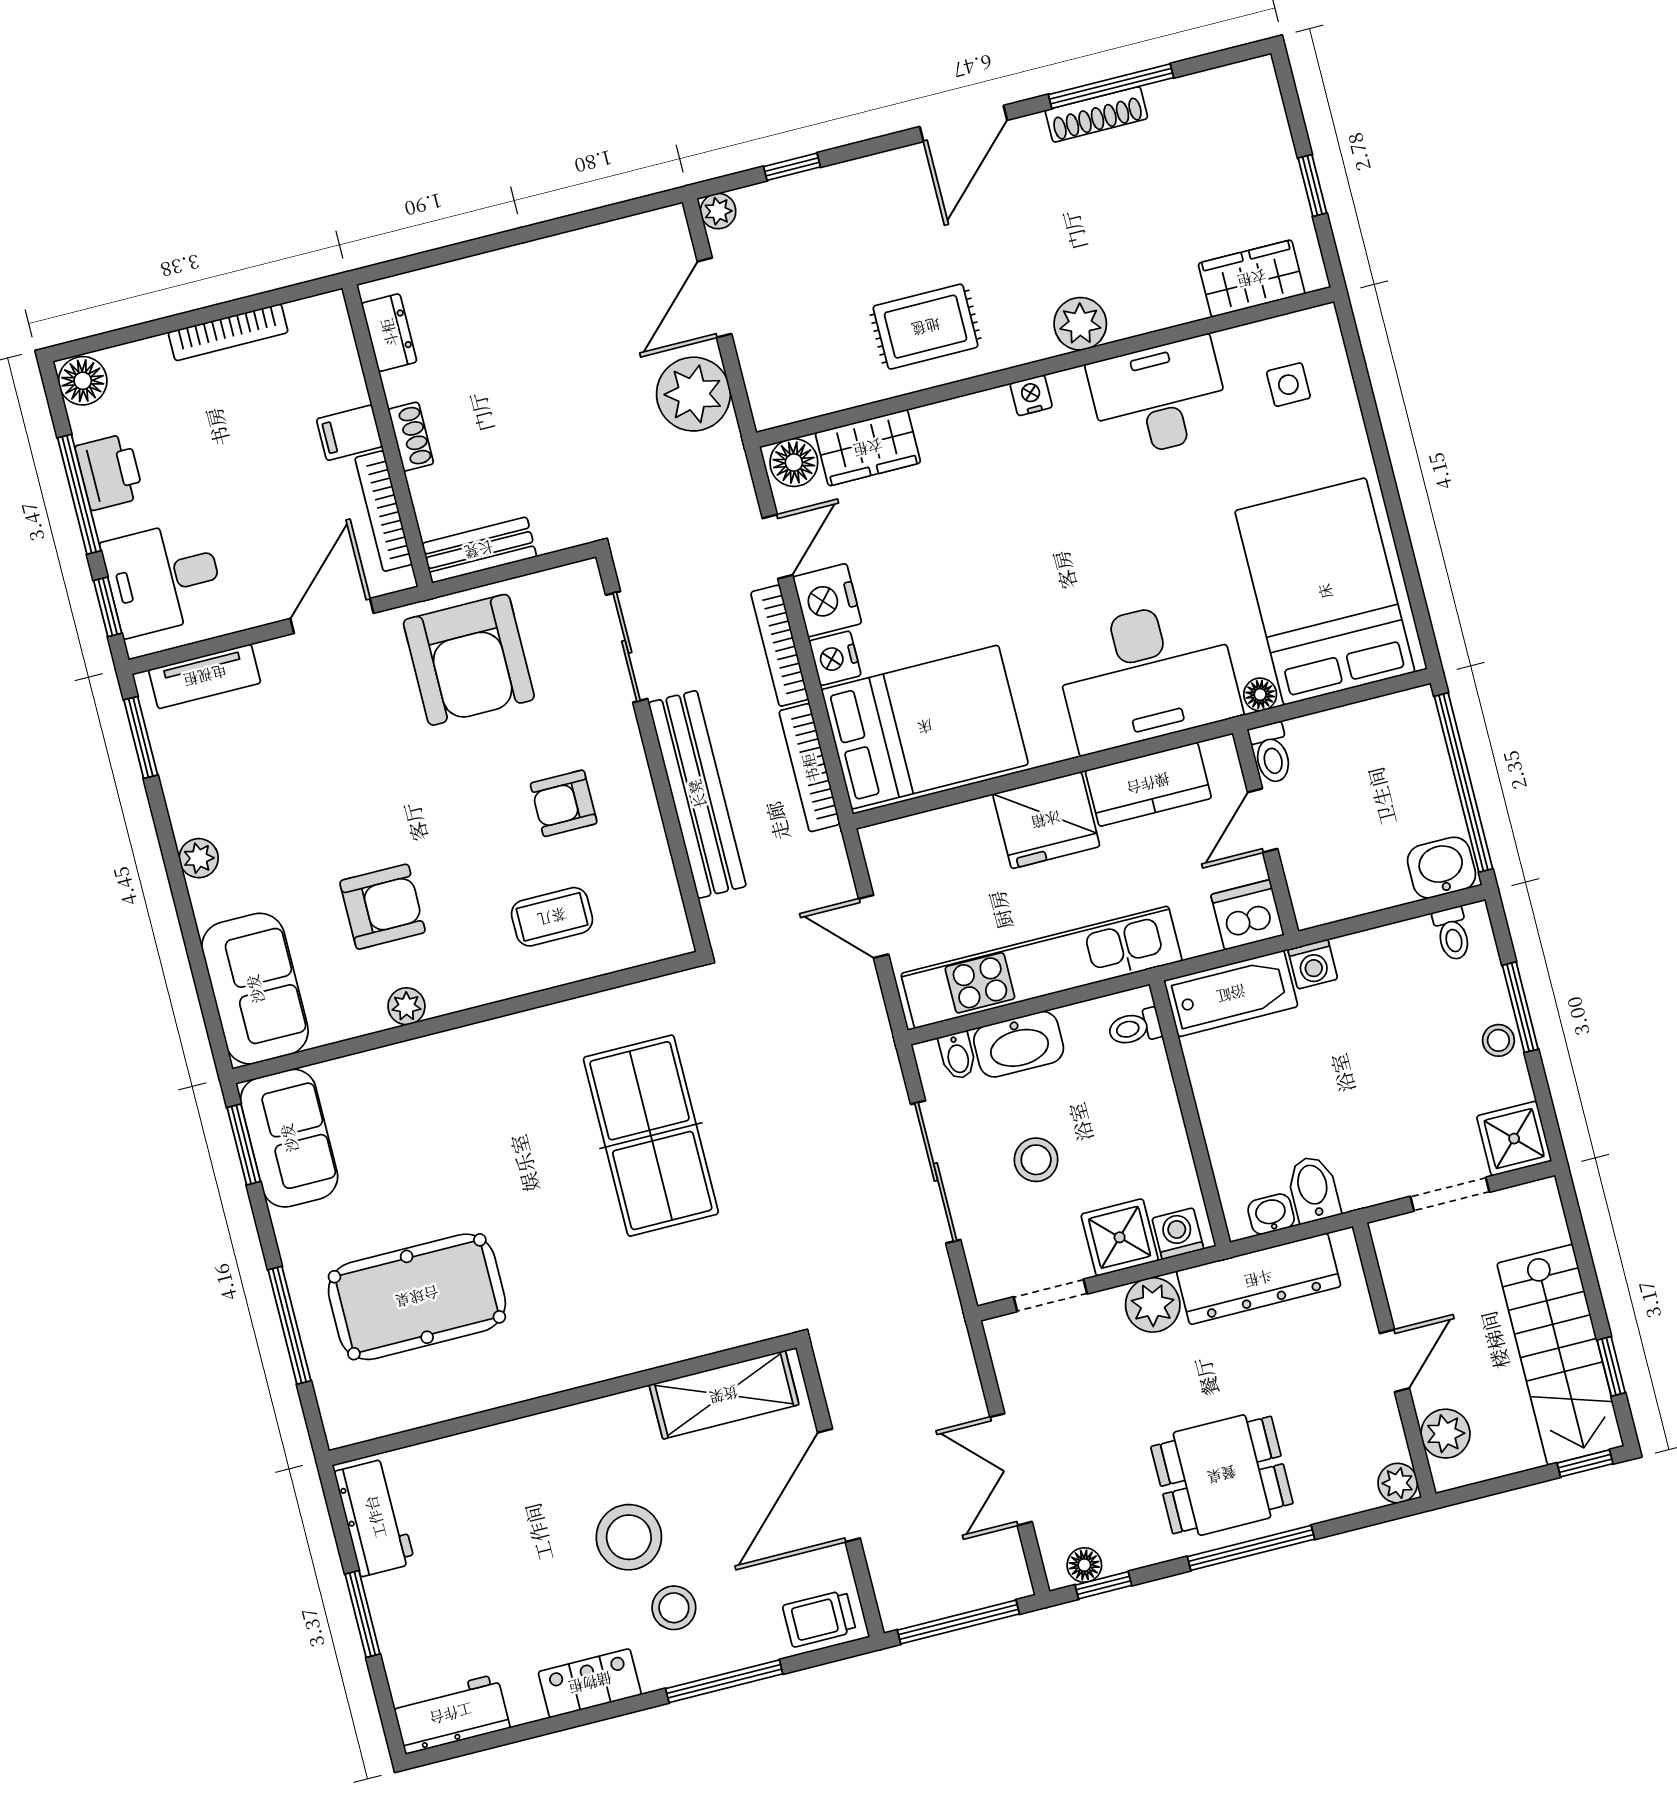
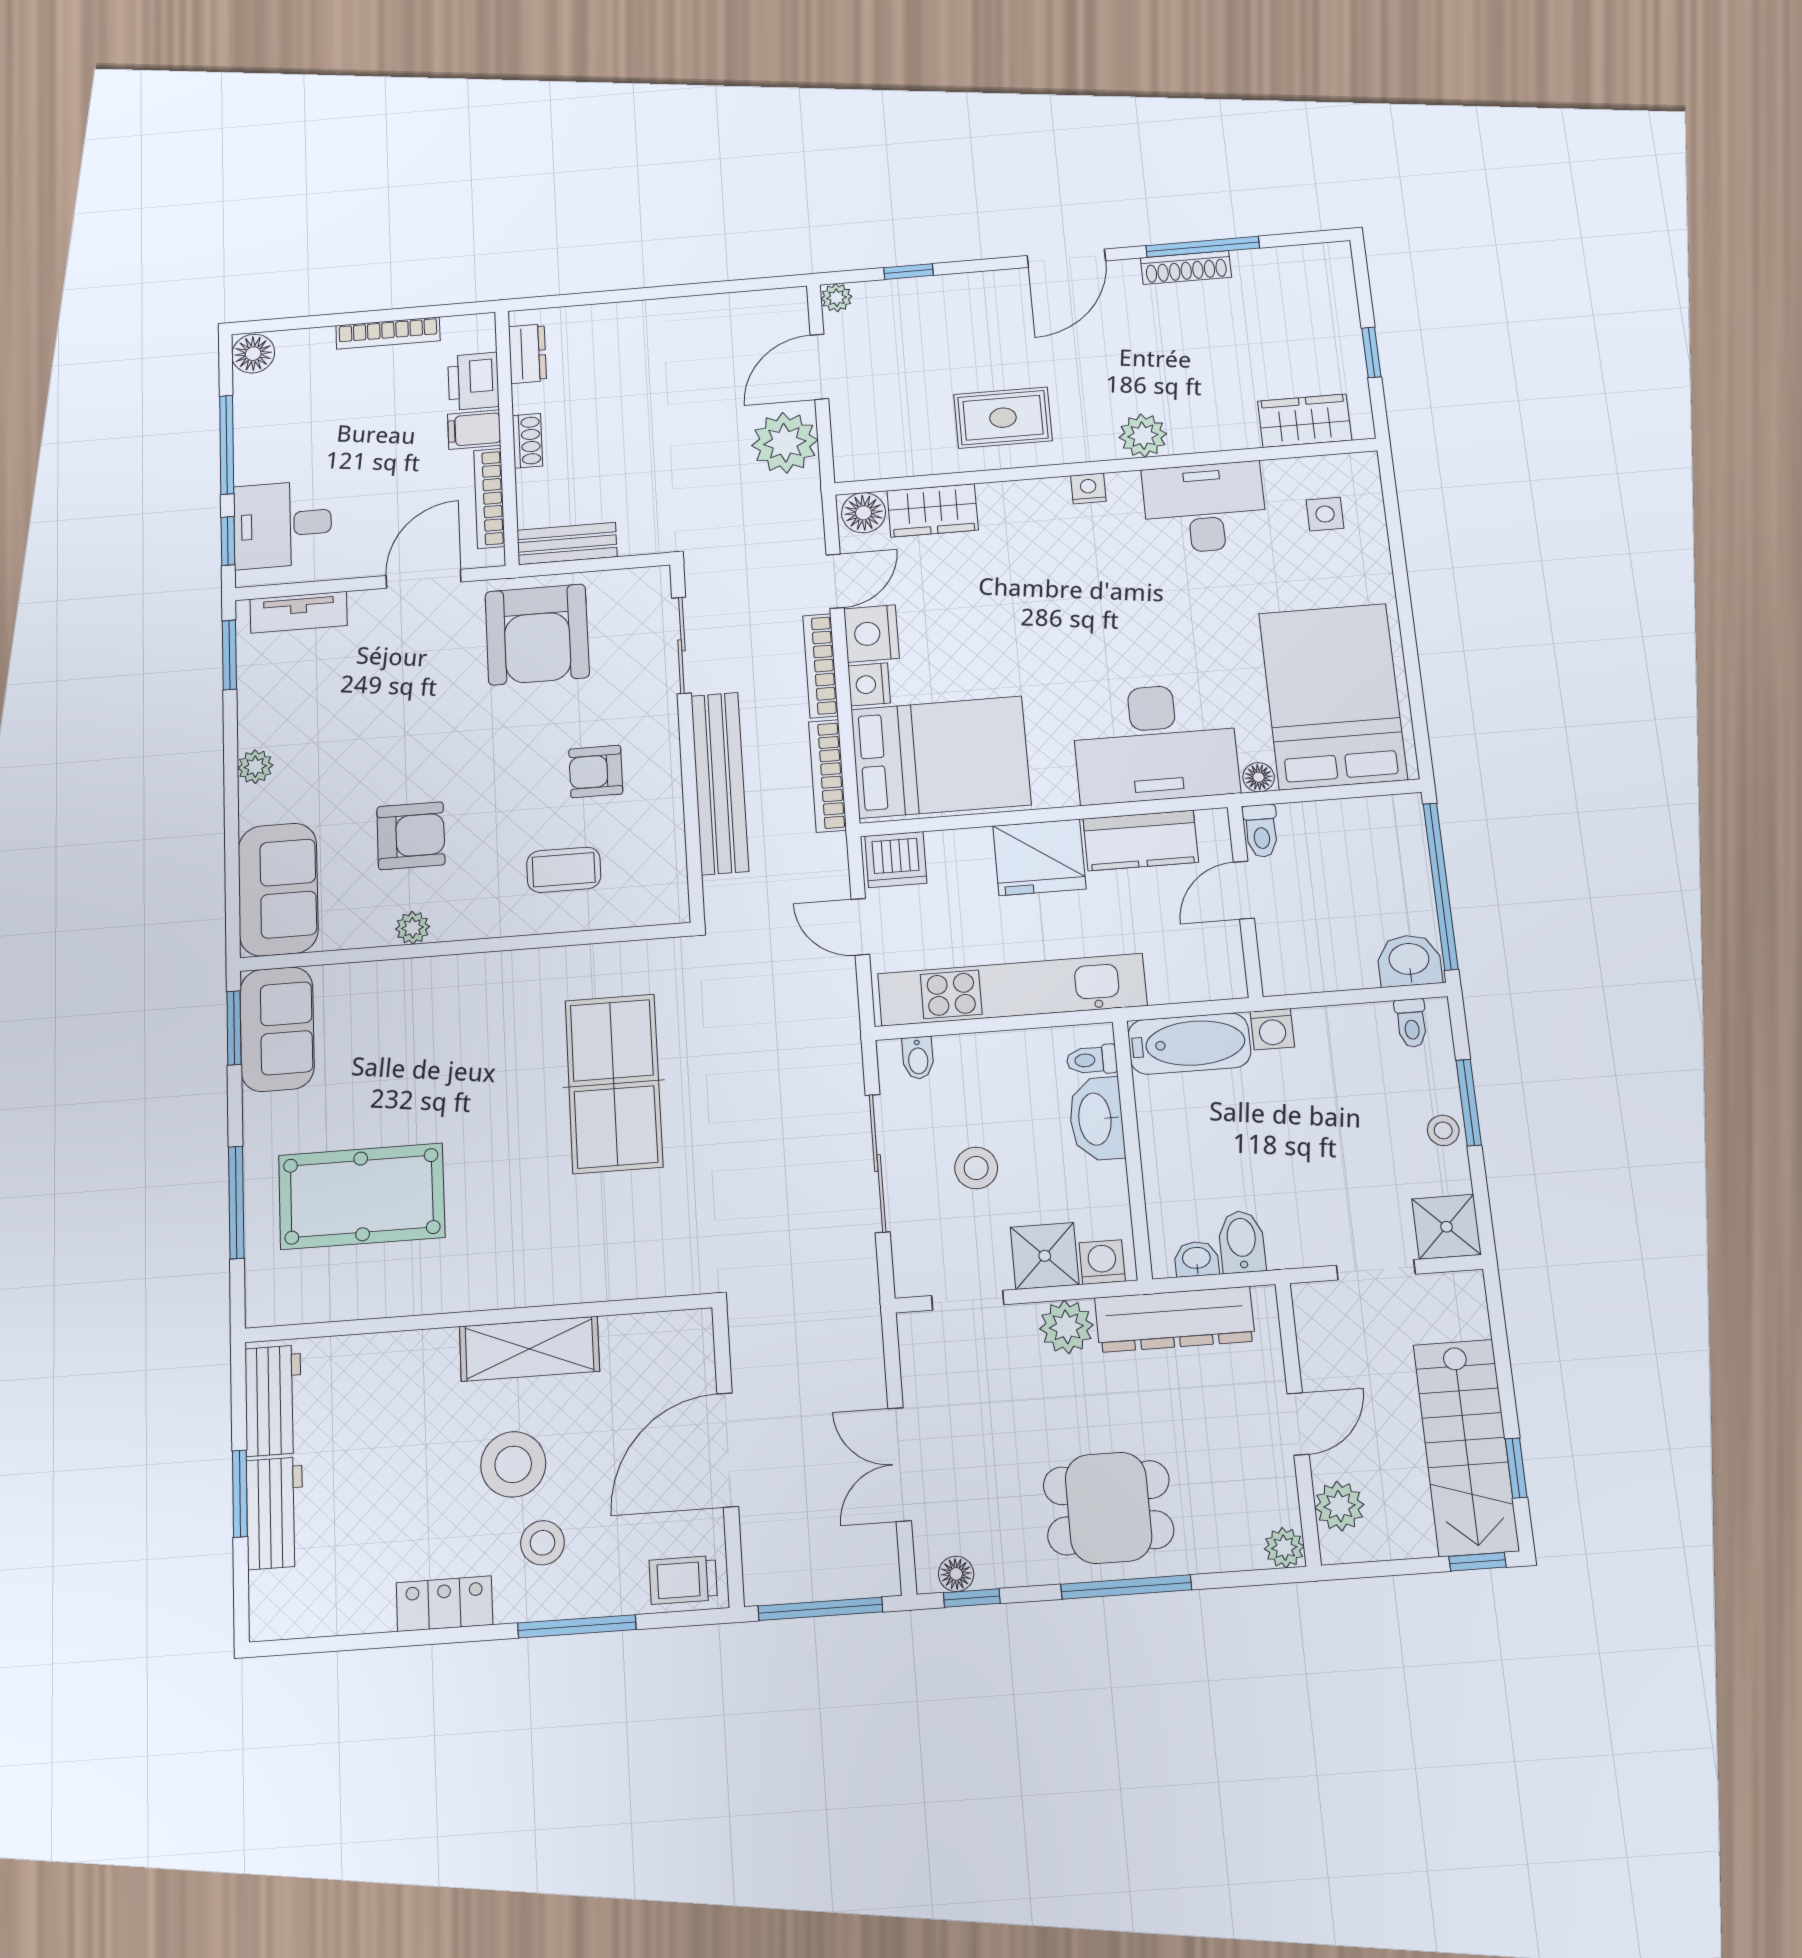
printer: (109, 472) -> (473, 381), moved, turned 180
dishwasher: (1247, 915) -> (896, 860), moved, turned 180
washbasin: (1019, 1044) -> (1096, 1119), moved, turned 90
shelving: (724, 1395) -> (529, 1349), moved
workbench: (451, 1714) -> (275, 1513), moved, turned 90

